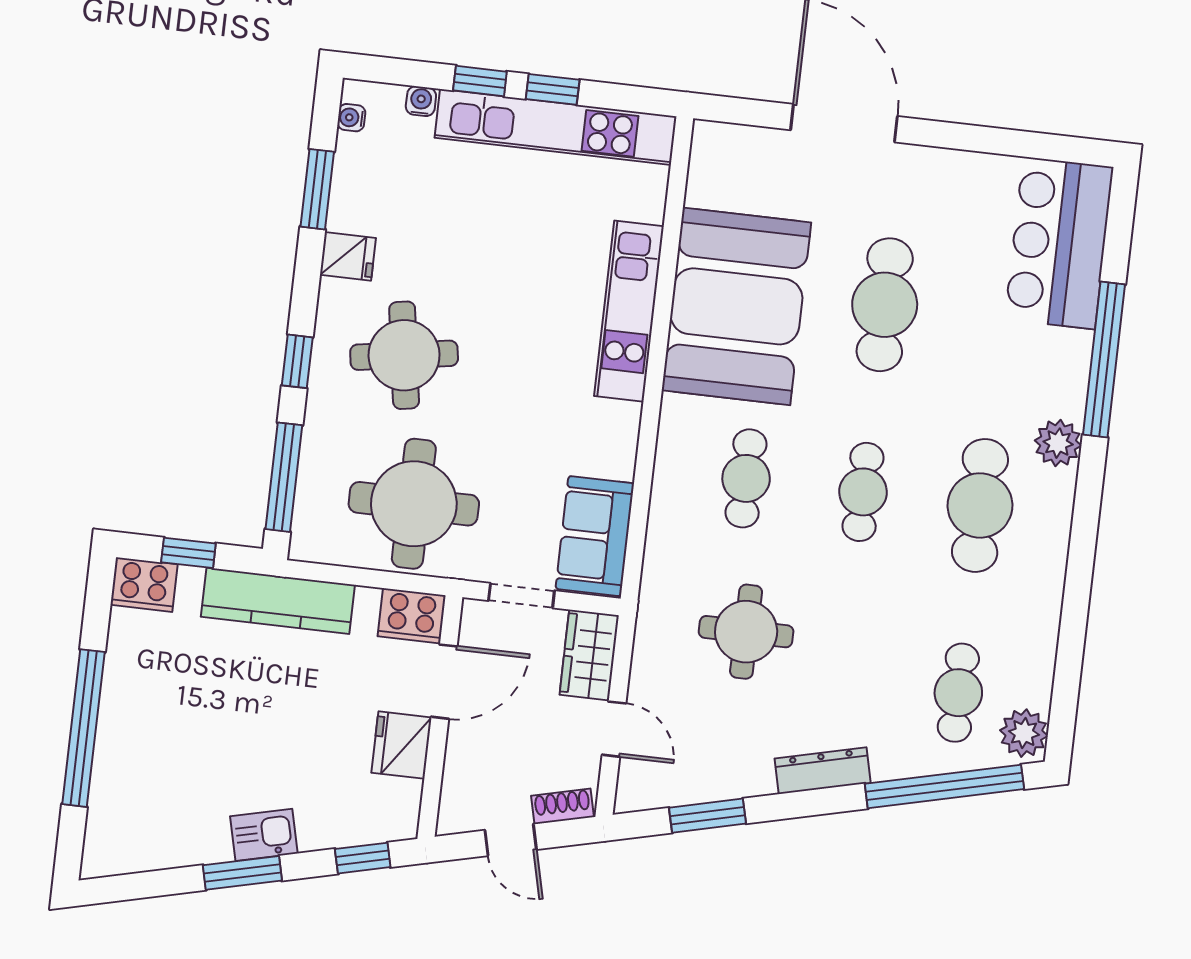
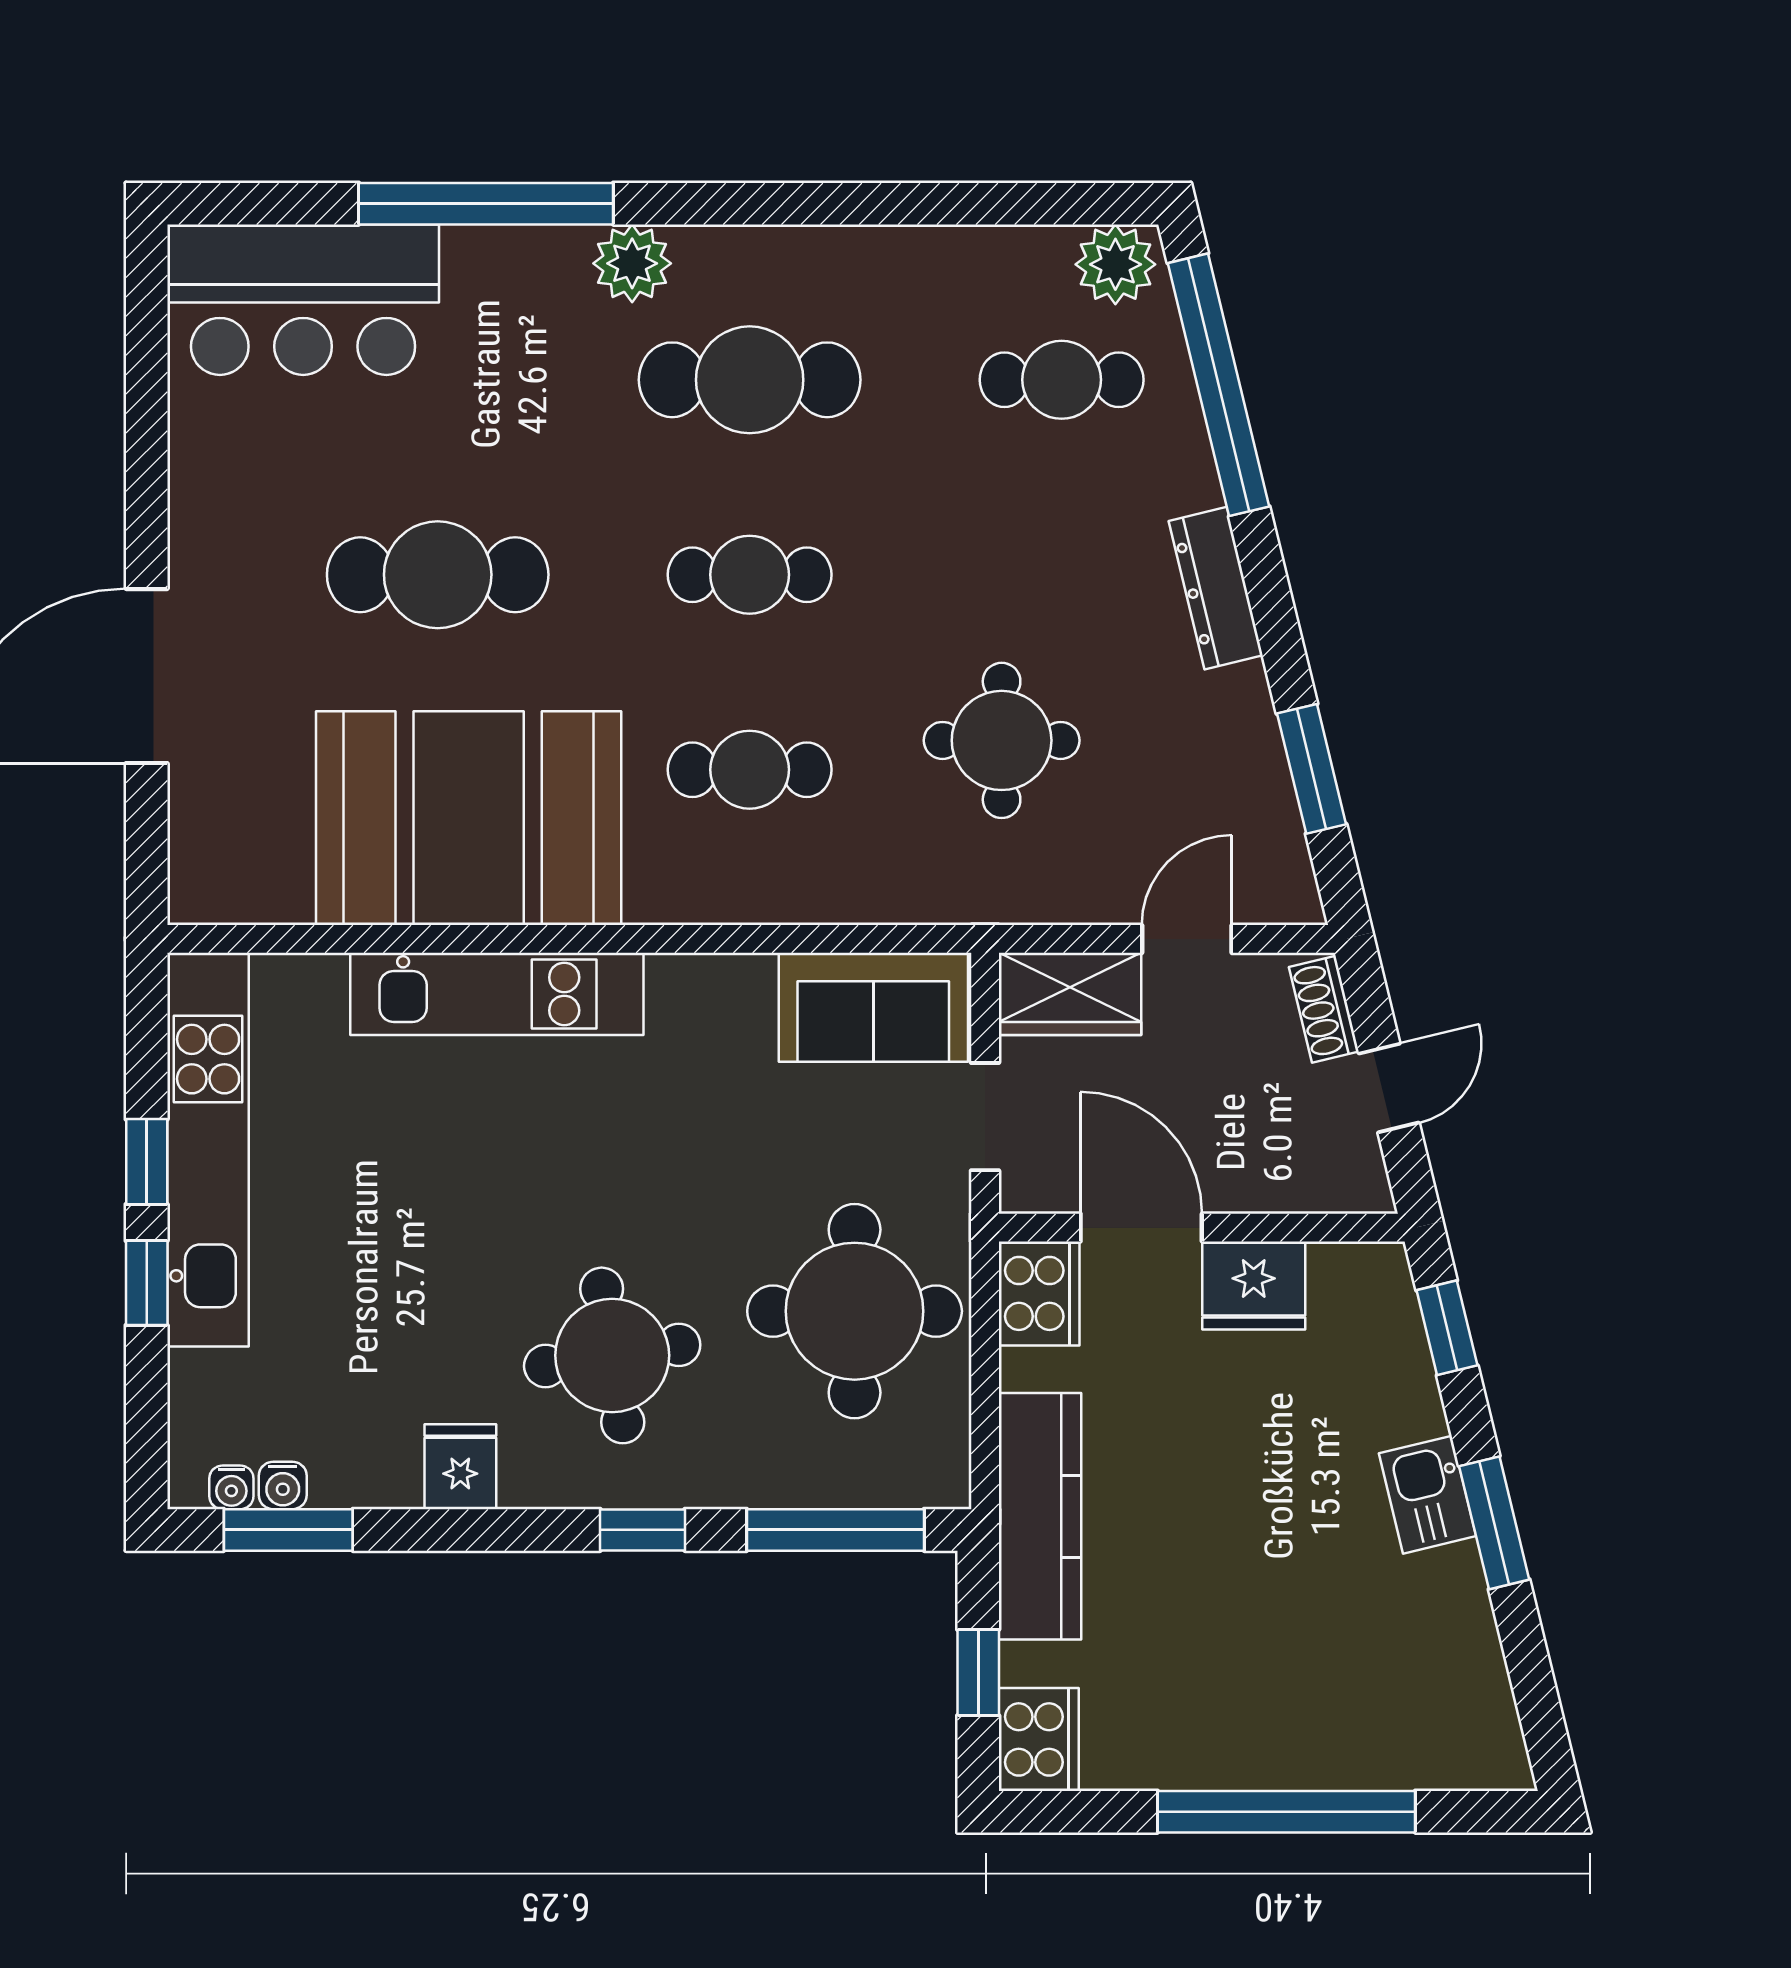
water cooler: (421, 101) -> (283, 1485), moved, turned -90
window: (317, 189) -> (288, 1530), moved

